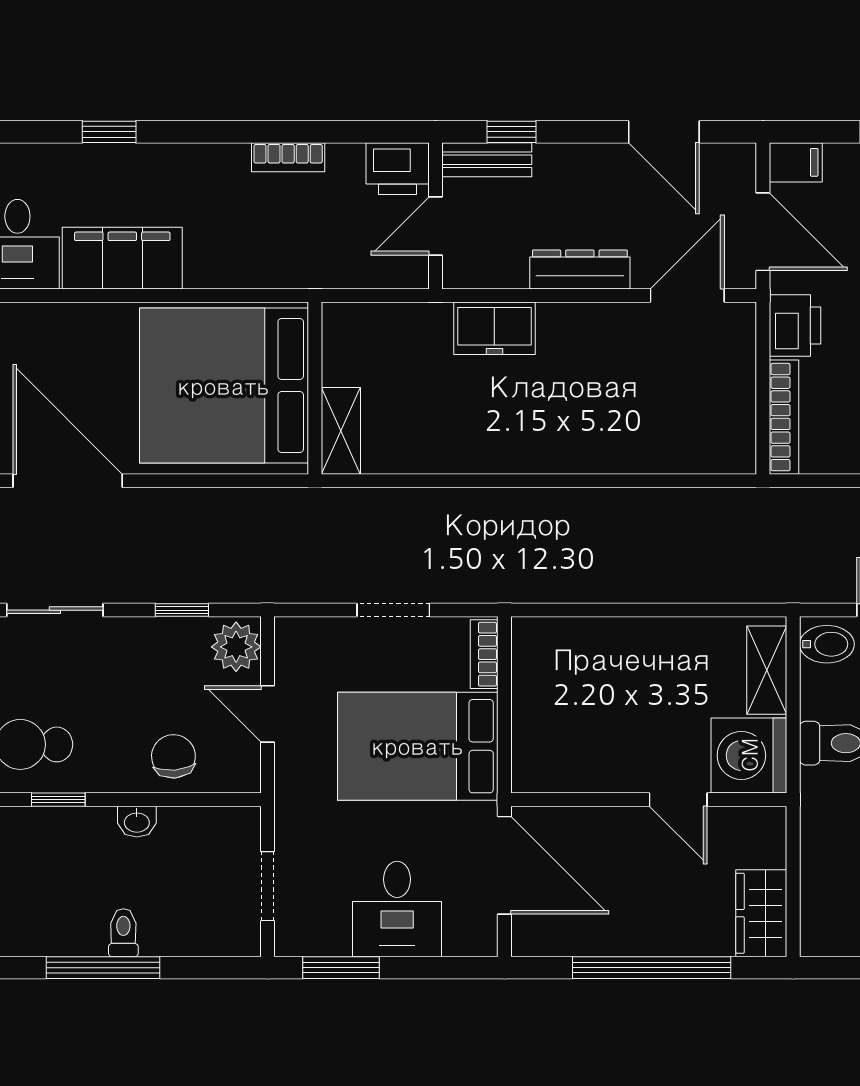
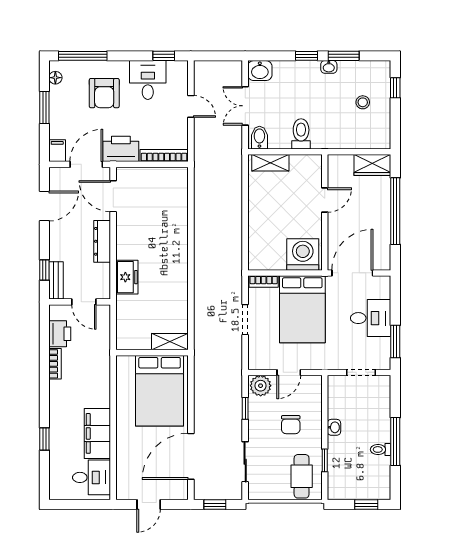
printer: (398, 169) -> (60, 334), moved
printer: (795, 325) -> (121, 149), width x1.37, depth x1.19
bed: (224, 386) -> (160, 391), width x0.73
washing machine: (749, 755) -> (303, 254), moved, turned 180
chair: (173, 756) -> (291, 425), moved, turned -85
toilet: (123, 933) -> (381, 449), moved

